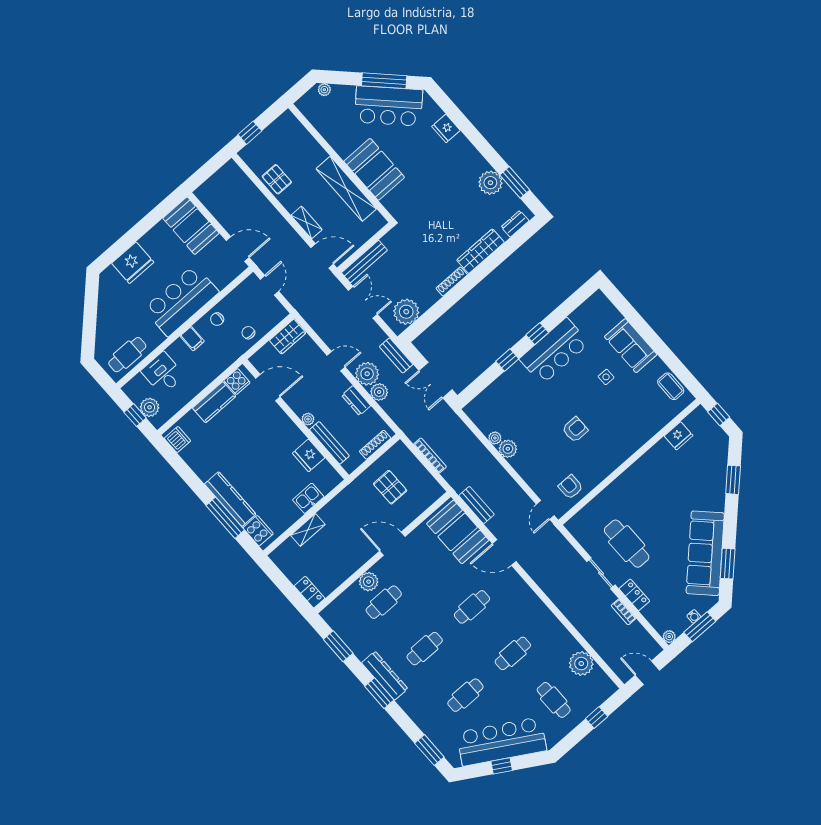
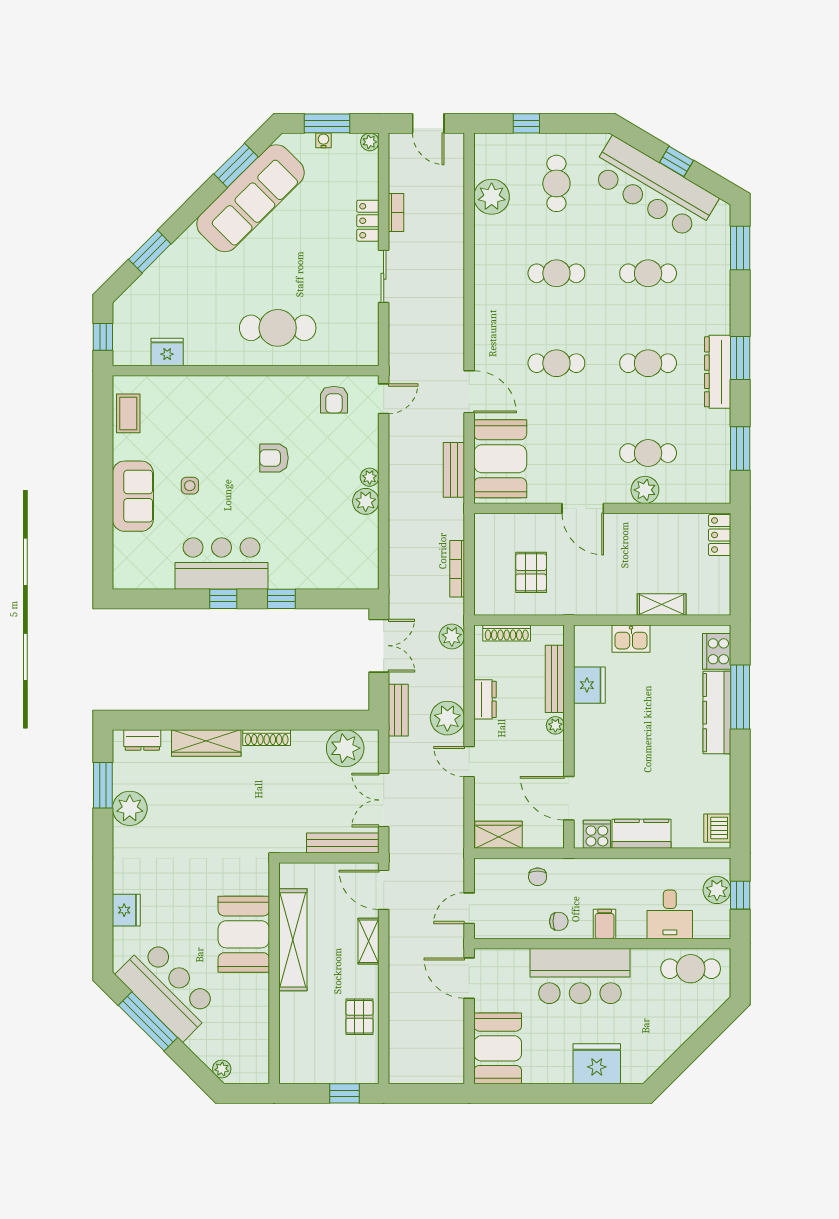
plant: (379, 392) -> (452, 637), moved
plant: (495, 438) -> (370, 477), moved
cafe table: (627, 544) -> (278, 328), moved, turned 90

